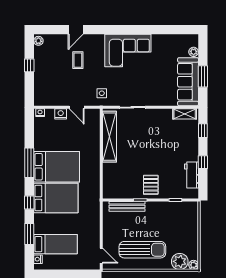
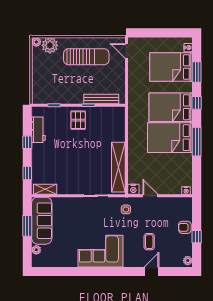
armchair: (41, 75) -> (185, 227), added
nightstand: (61, 114) -> (133, 189), moved
bed: (56, 244) -> (171, 67), width x1.50
sun lounger: (142, 250) -> (86, 57), turned 180

